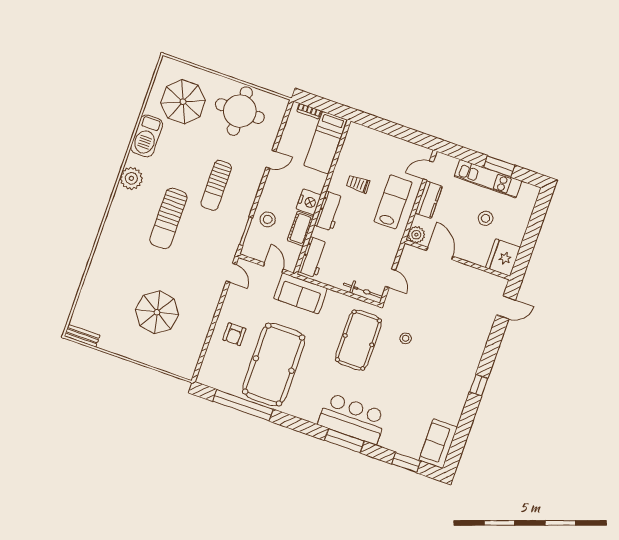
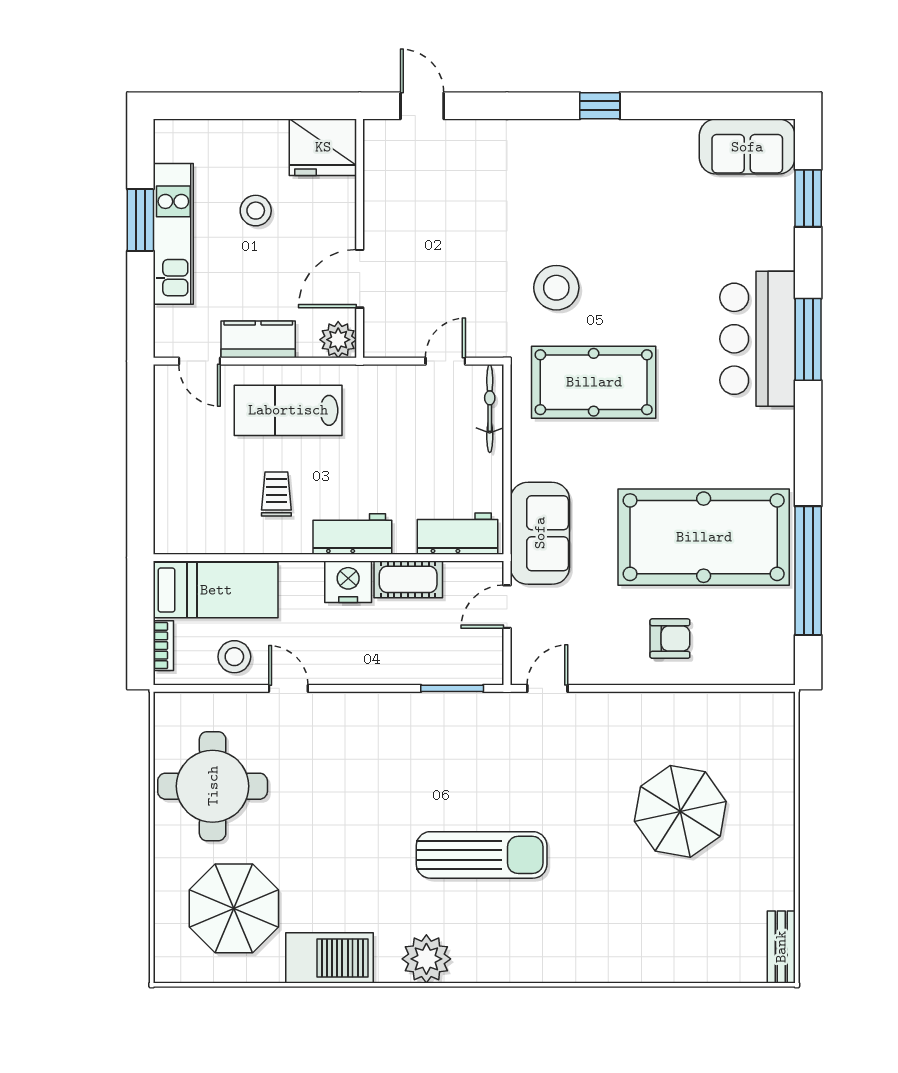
trolley: (358, 184) -> (276, 494), turned 180
sun lounger: (216, 185) -> (380, 781), removed
stool: (268, 219) -> (234, 657), moved
stool: (406, 338) -> (556, 288), width x1.89, depth x1.89

